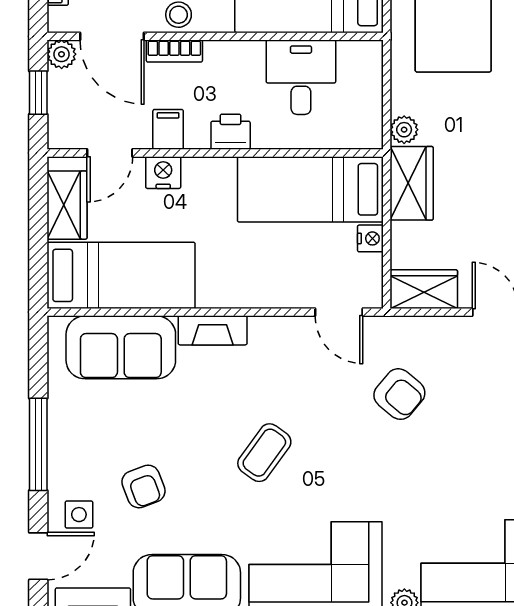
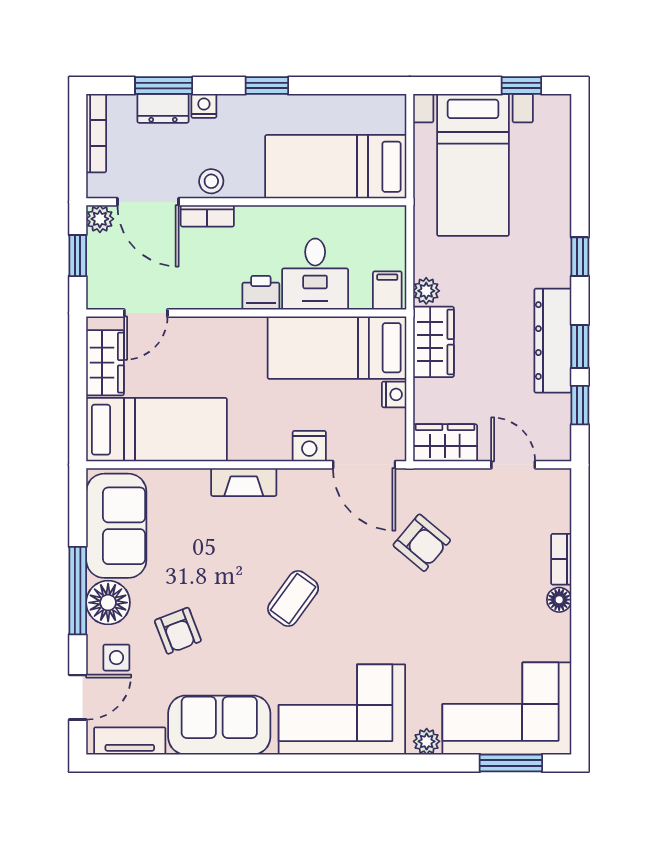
desk: (301, 77) -> (315, 274), moved, turned 180
filing cabinet: (168, 129) -> (387, 291), moved
nightstand: (163, 173) -> (309, 446), moved, turned 180
door: (339, 312) -> (364, 465), width x1.38
sofa: (121, 347) -> (116, 526), moved, turned -90
floor lamp: (70, 457) -> (108, 603), added

